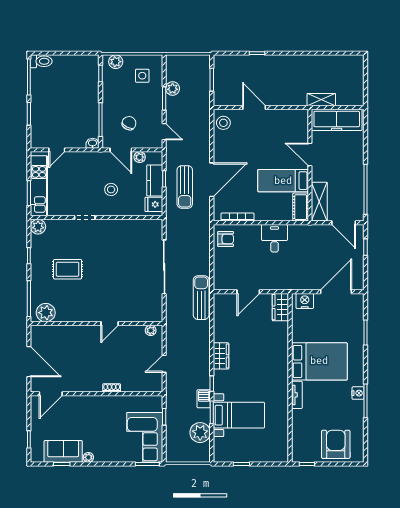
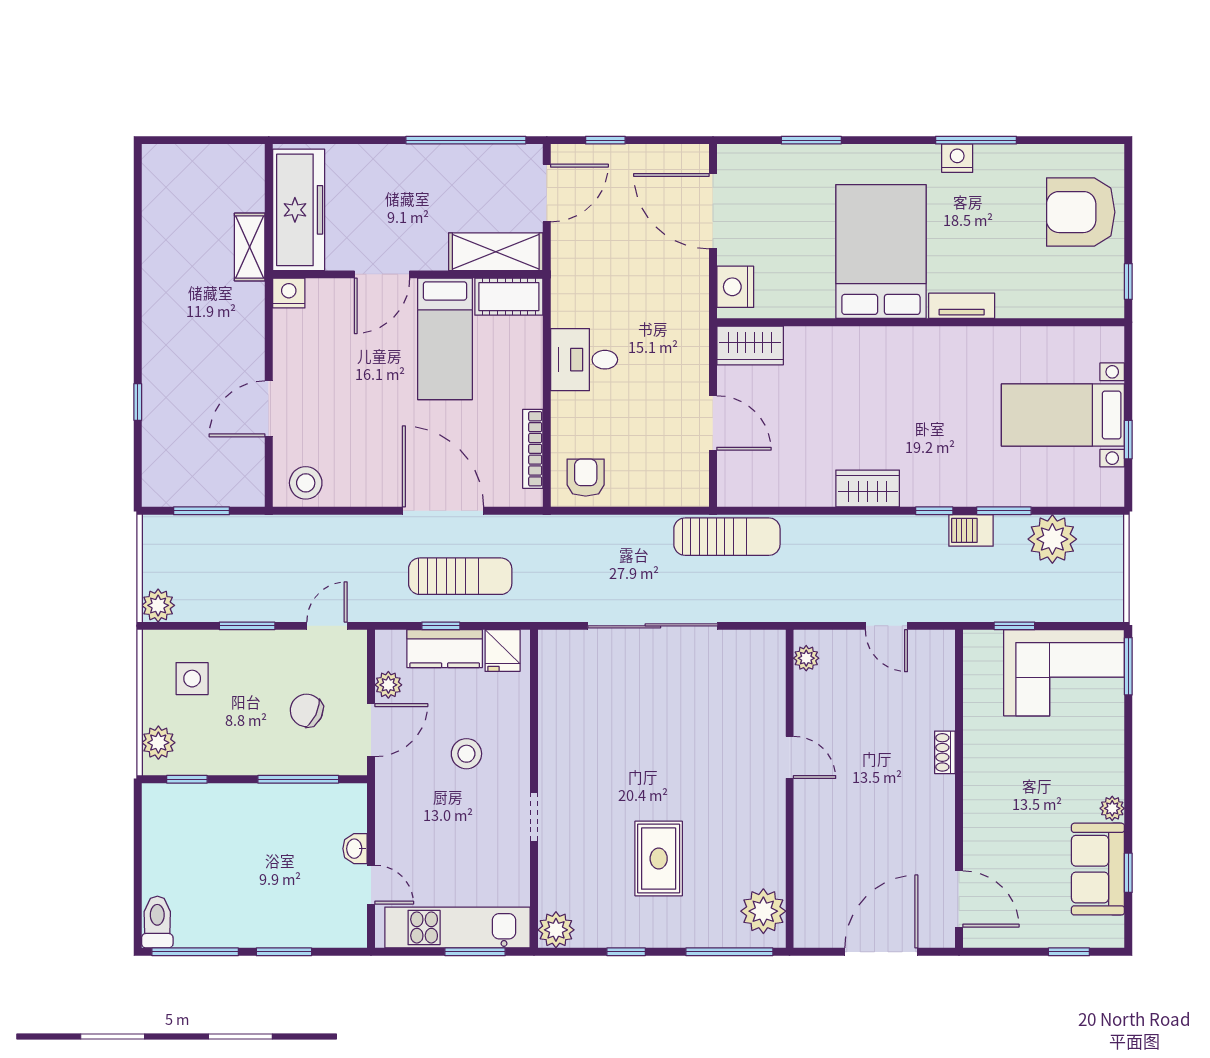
plant: (173, 89) -> (158, 605), moved
nightstand: (302, 116) -> (289, 293), added
washbasin: (93, 143) -> (355, 849), moved
sun lounger: (201, 298) -> (727, 537), turned 180
bed with nightstands: (239, 415) -> (1063, 415), moved, turned -90

